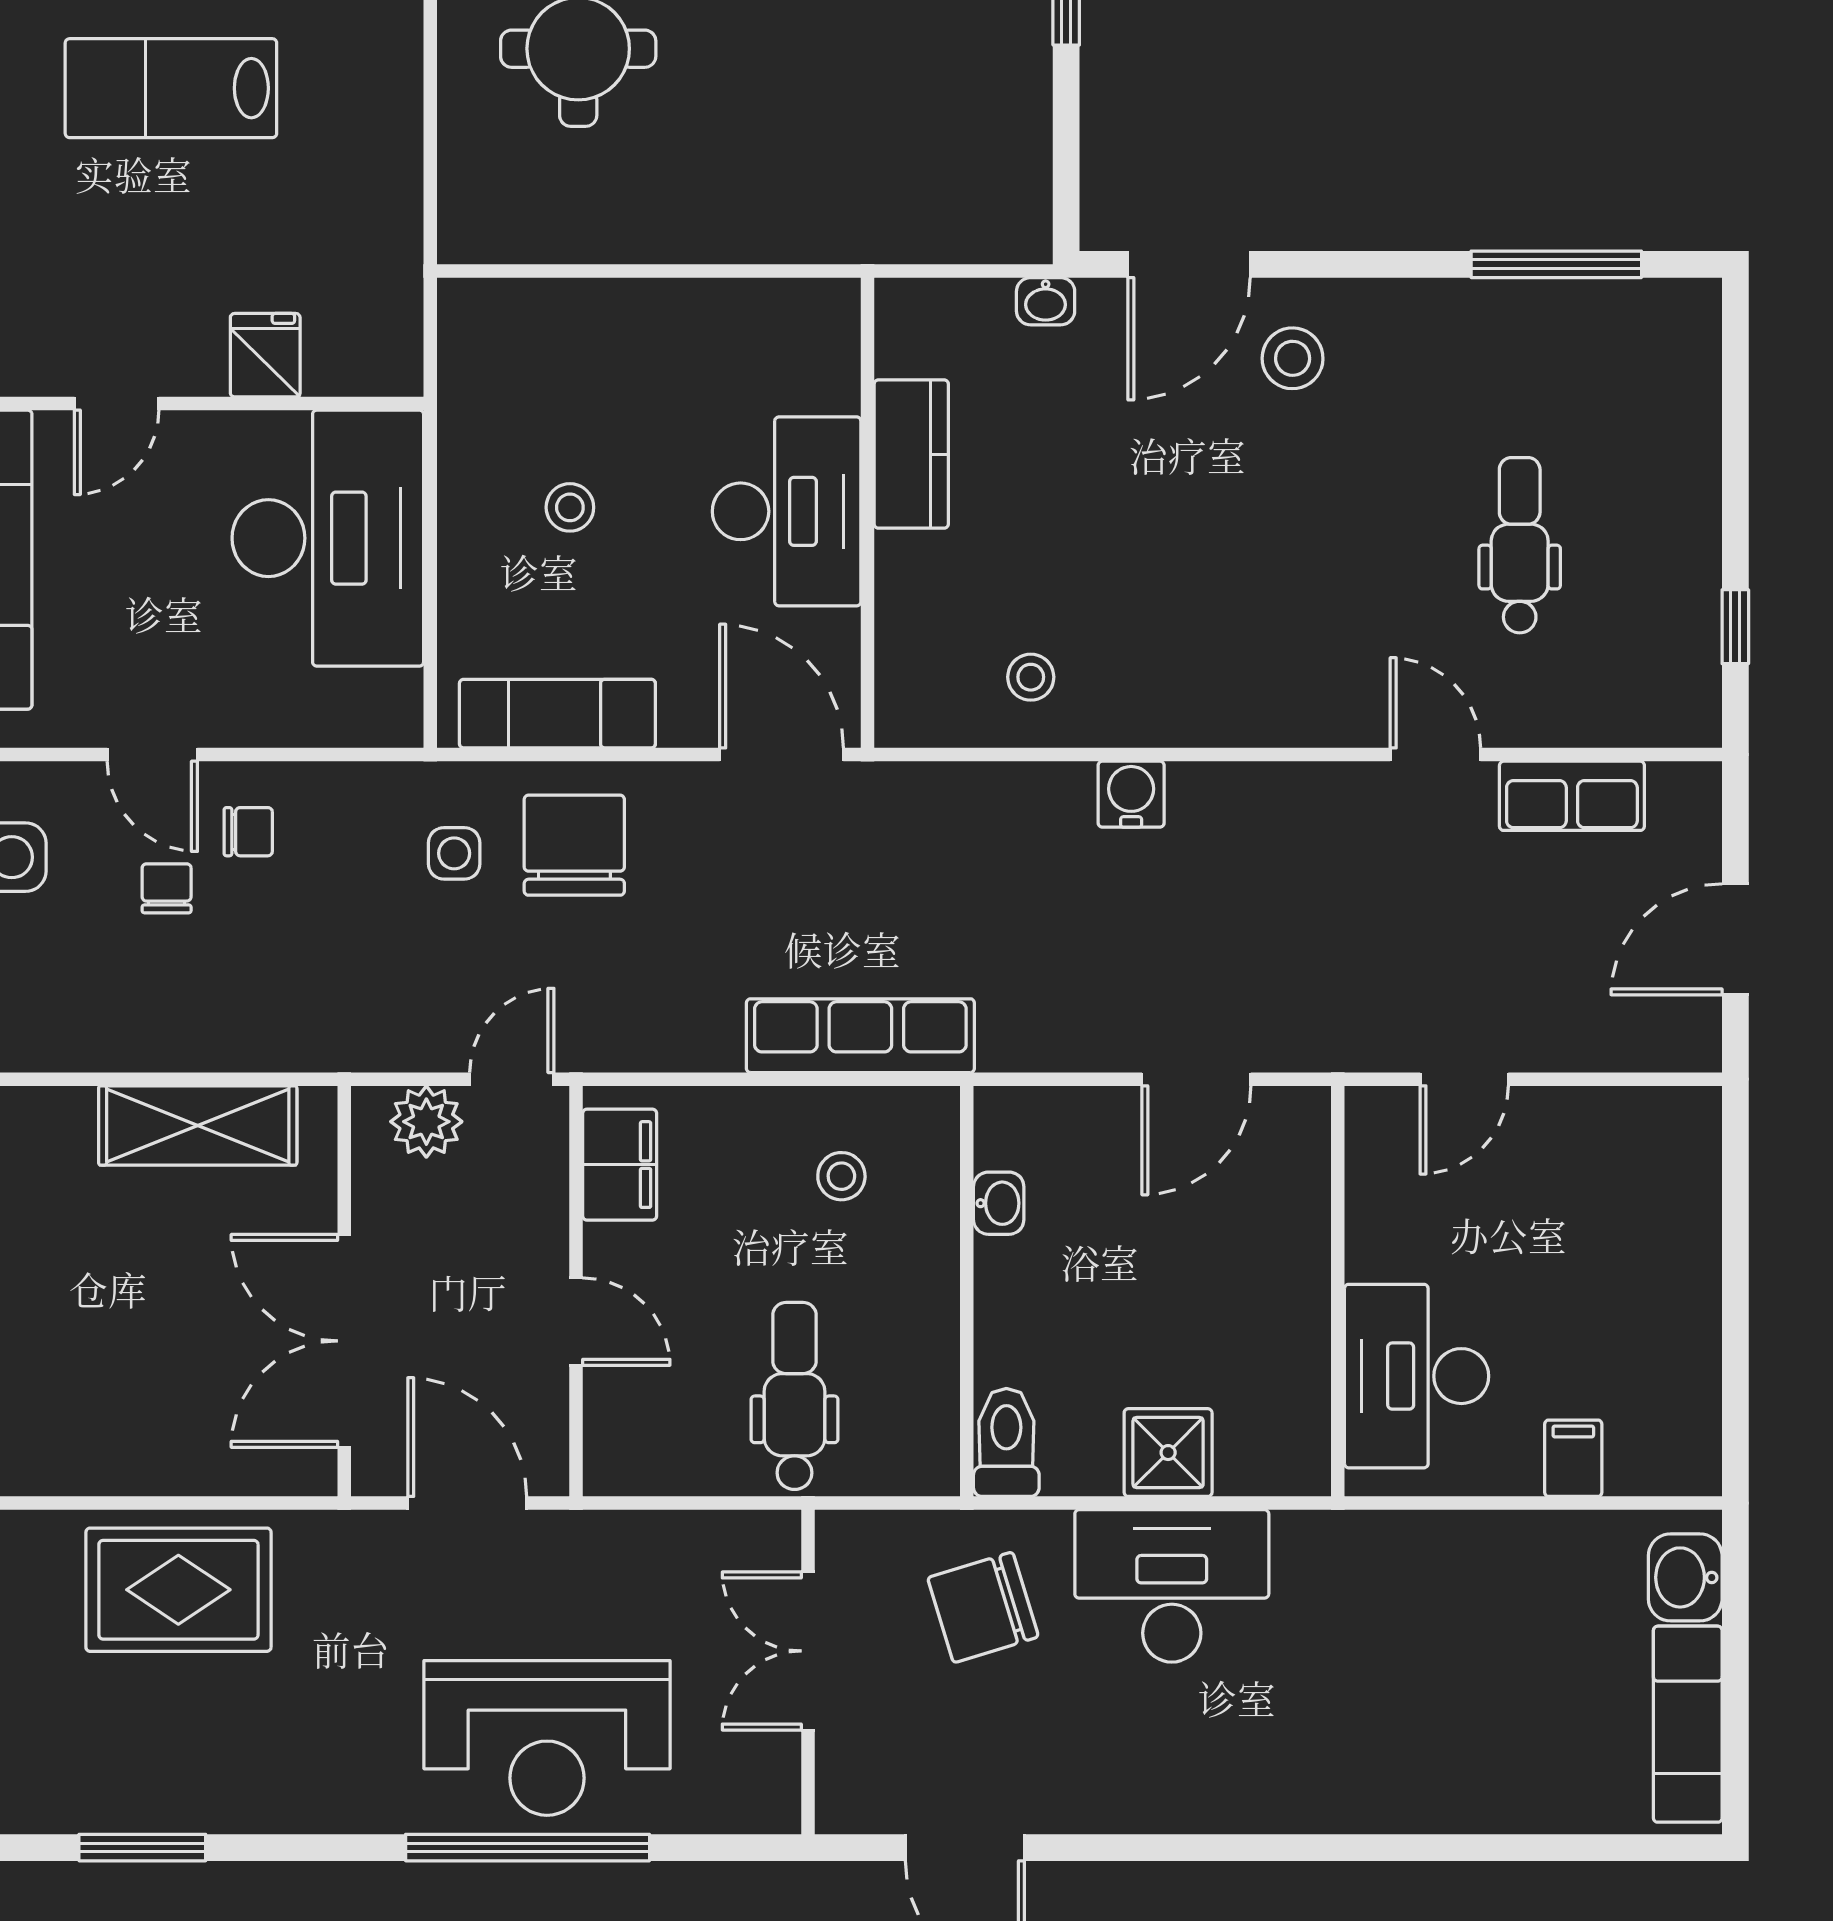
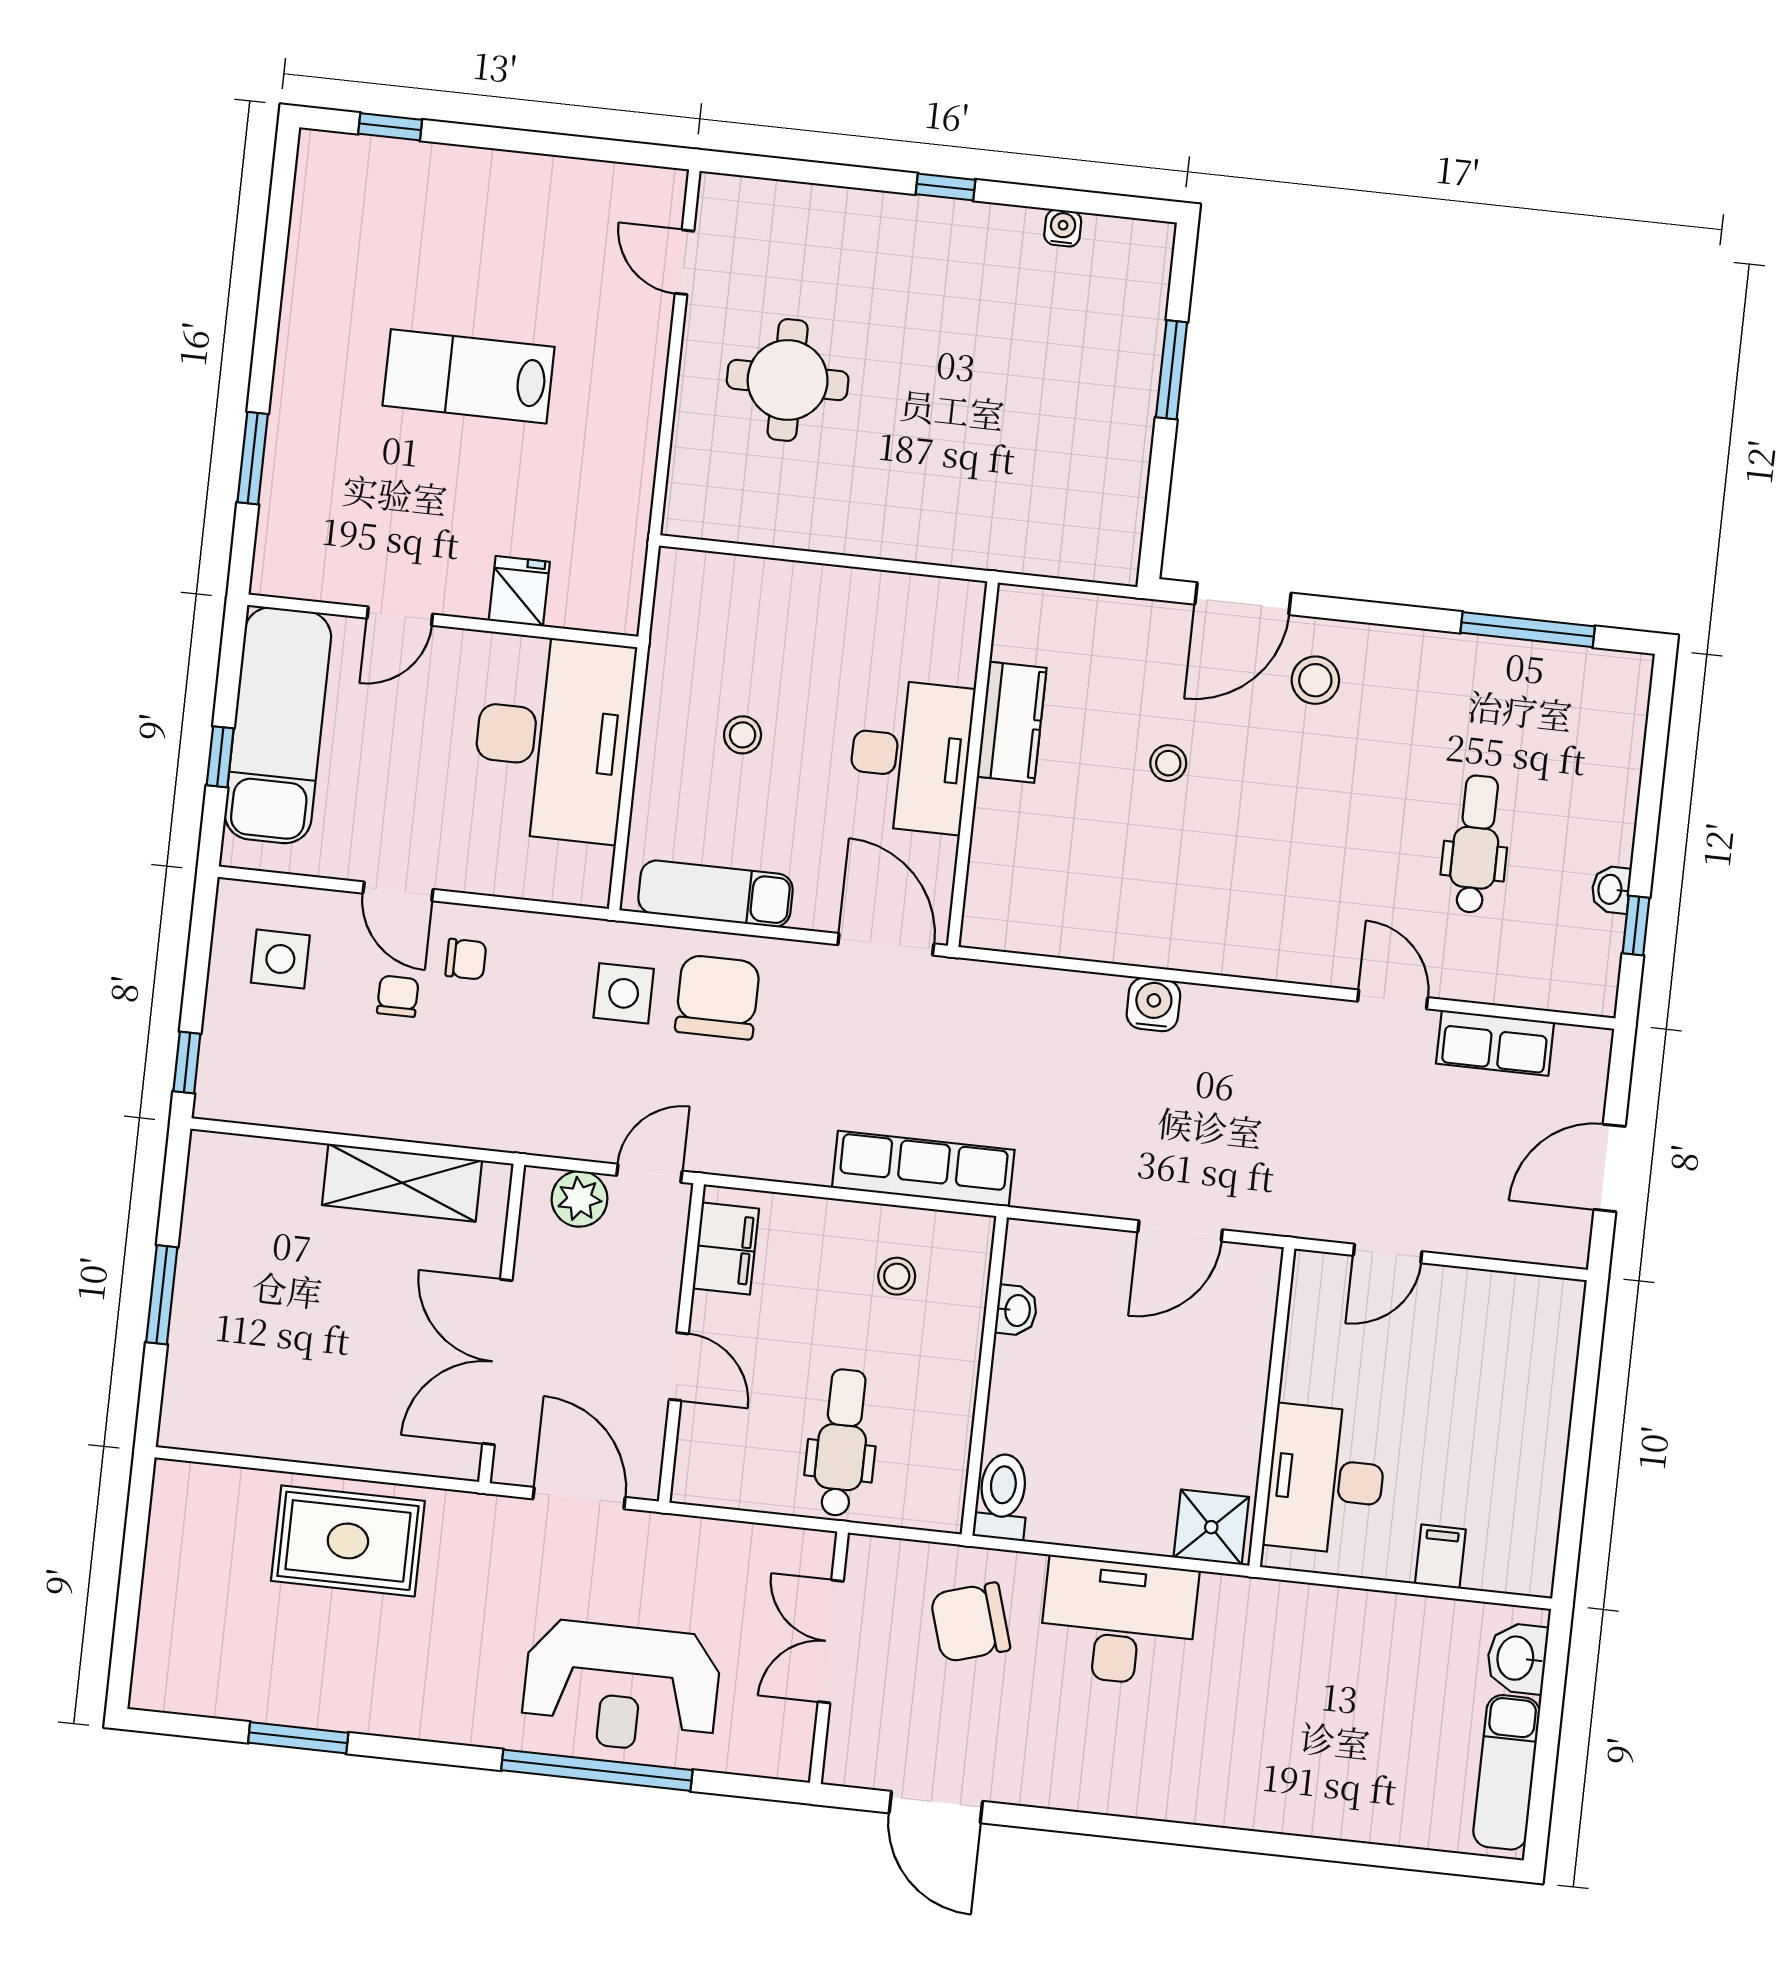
washbasin: (1046, 301) -> (1611, 889), moved, turned 90
stool: (1031, 677) -> (1168, 763), moved
side table: (454, 853) -> (624, 993), width x1.37, depth x1.37
shower: (1168, 1453) -> (1211, 1527), moved

